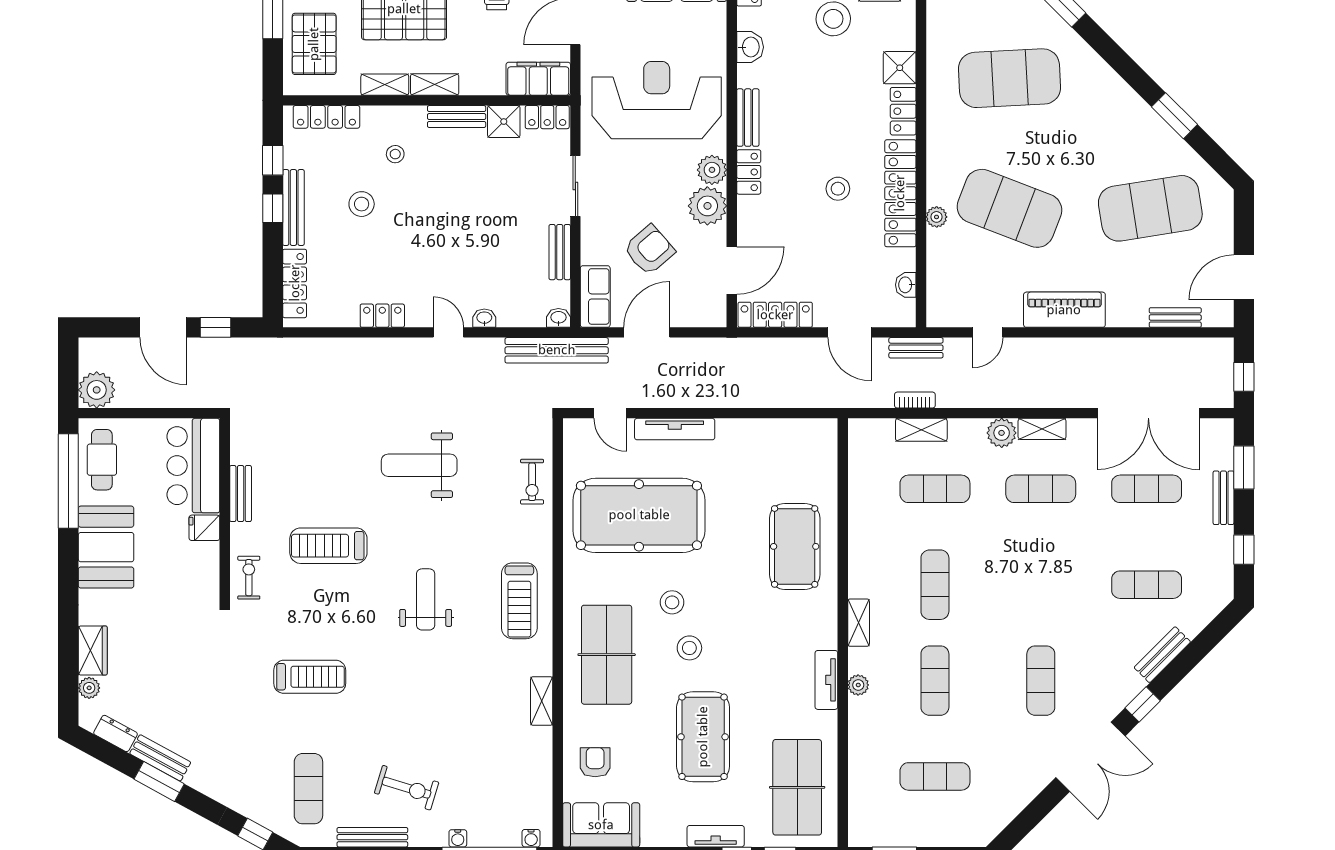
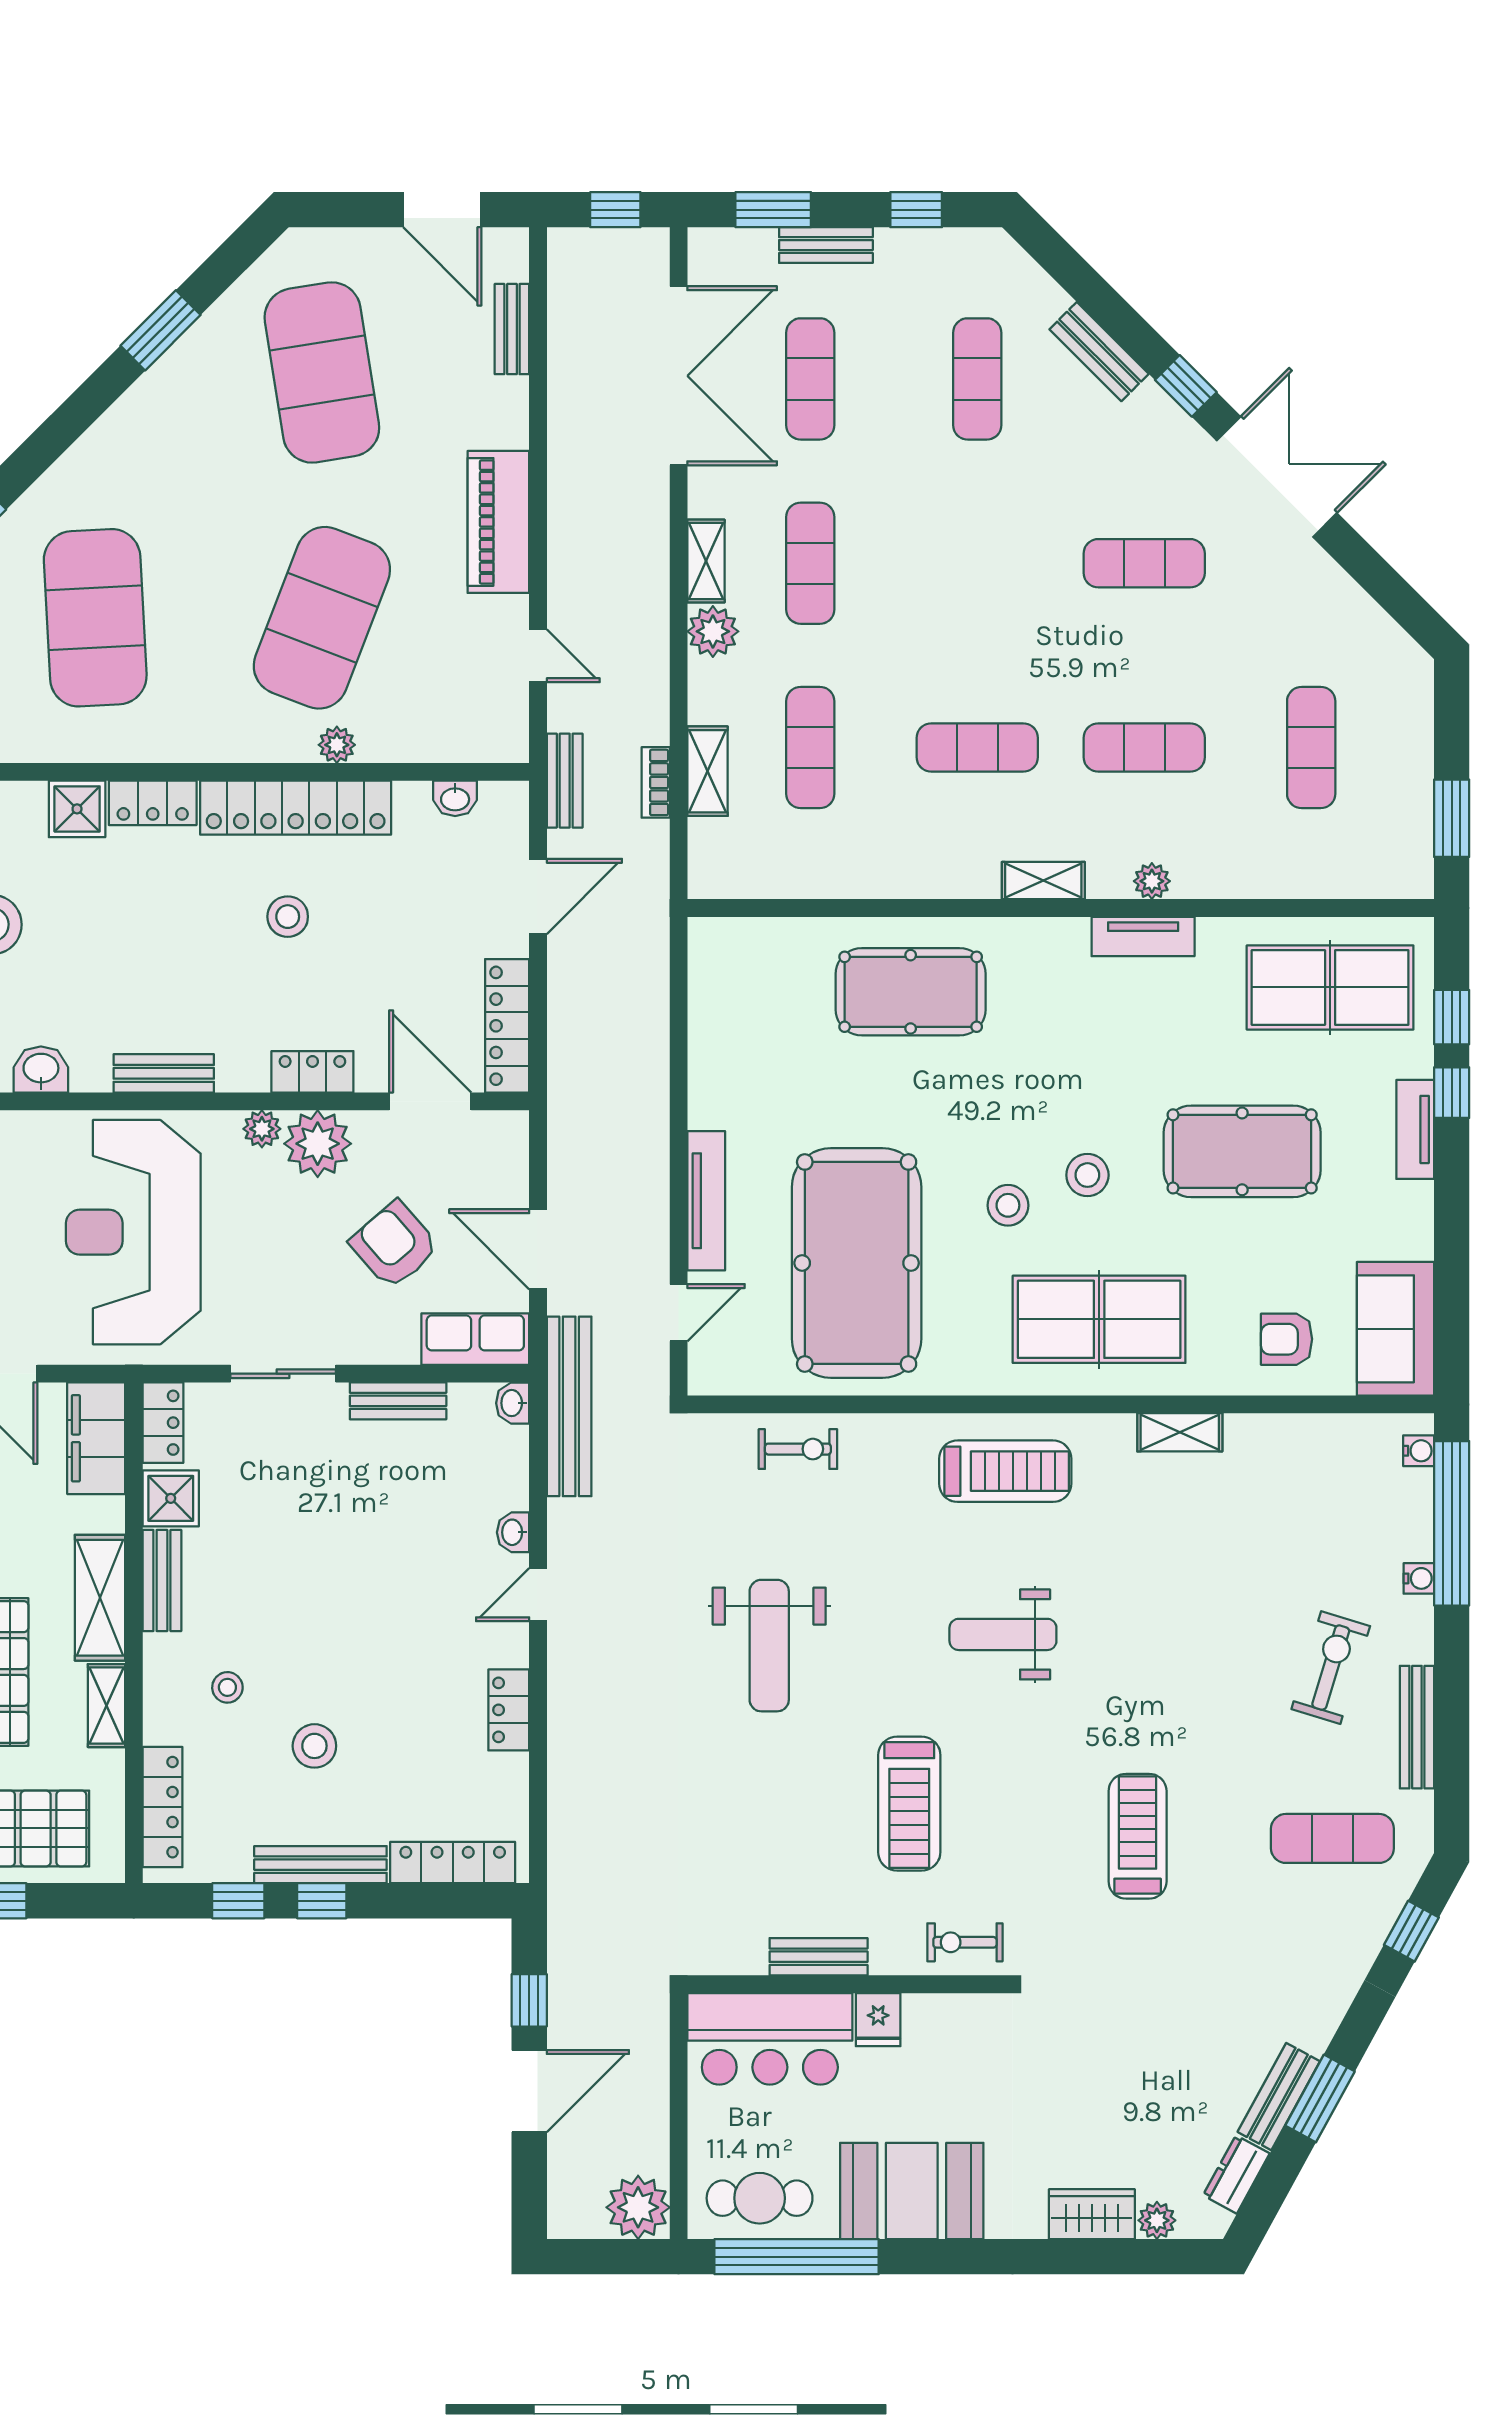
shelving: (435, 84) -> (100, 1598), width x1.50, depth x1.33
plant: (712, 170) -> (262, 1129), width x0.73, depth x0.73
locker: (749, 172) -> (312, 1072), moved

